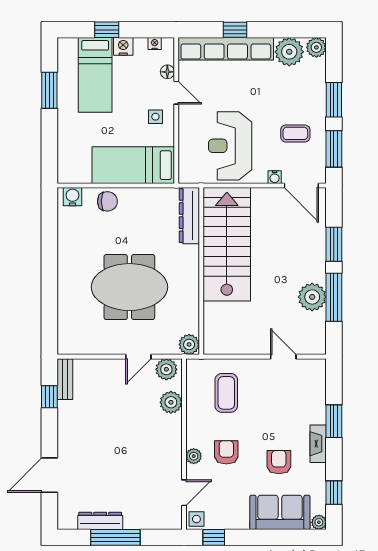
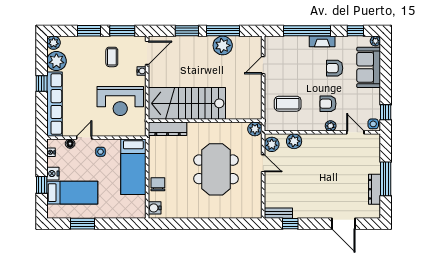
window: (235, 30) -> (42, 83), moved
window: (334, 421) -> (307, 31), width x2.11

